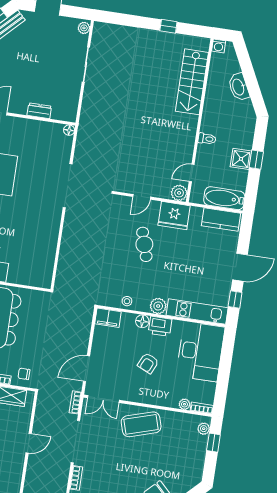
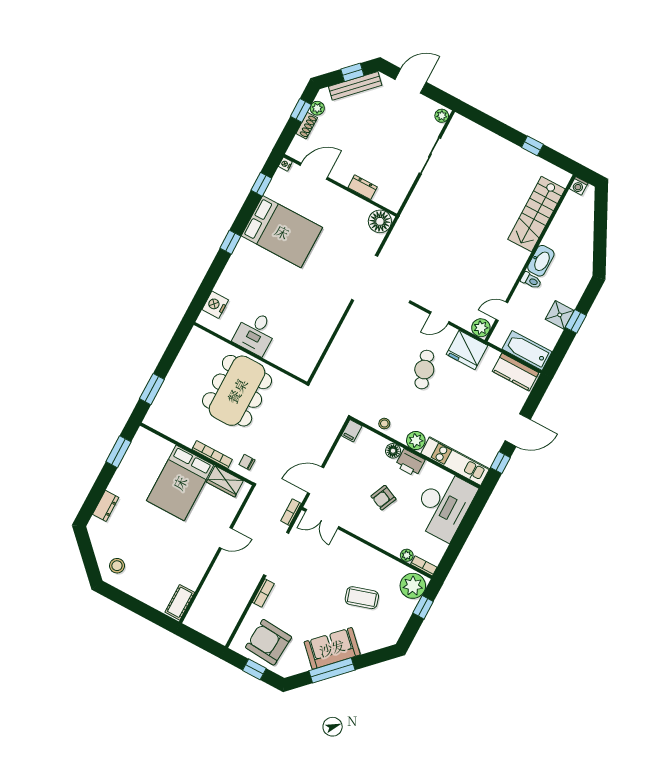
washbasin: (239, 87) -> (541, 261), moved, turned -153
floor lamp: (69, 130) -> (380, 221), width x1.89, depth x1.89
filing cabinet: (108, 318) -> (352, 431), width x0.50
coffee table: (141, 424) -> (362, 598), moved, width x0.73, depth x0.76
plant: (204, 429) -> (413, 586), width x1.87, depth x1.87

